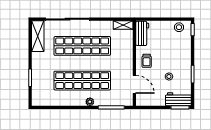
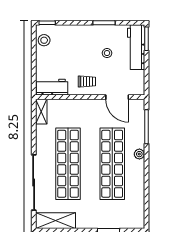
door: (134, 84) -> (117, 97), swing flipped
workbench: (178, 99) -> (136, 47), width x1.38

